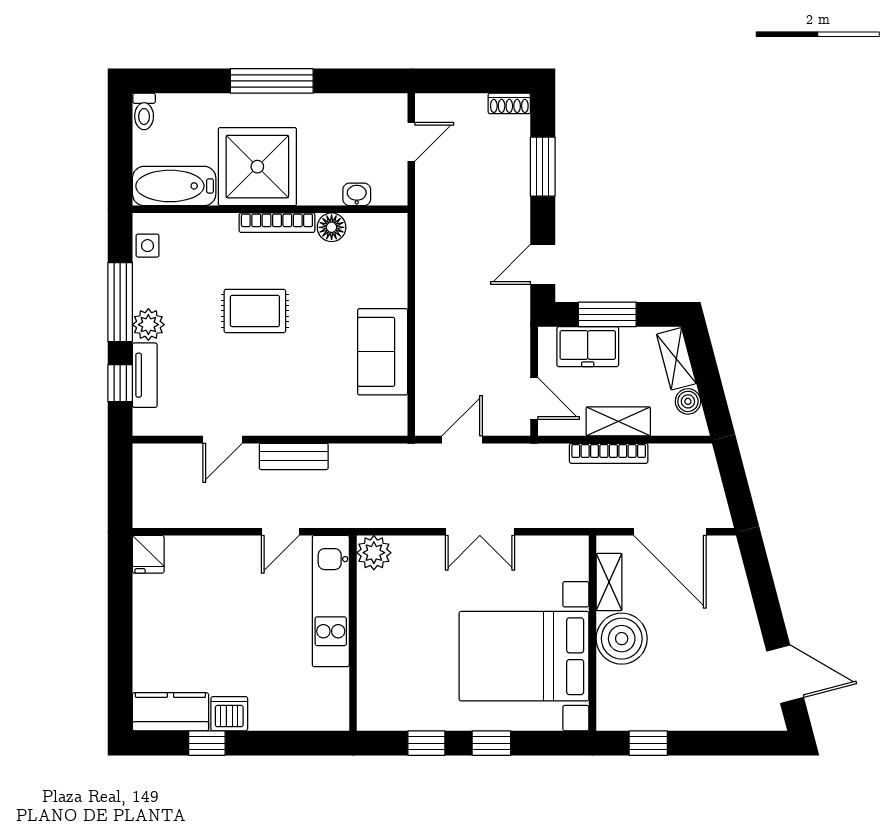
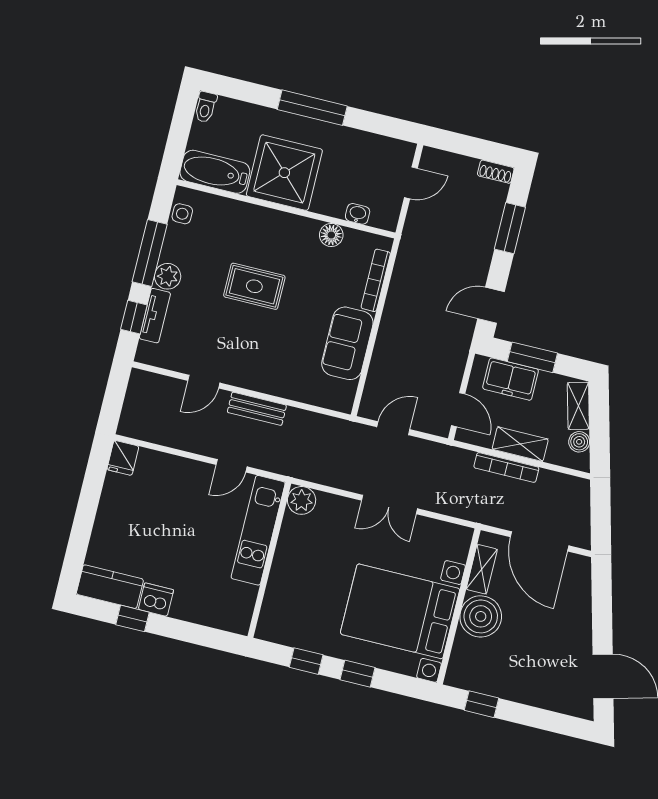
bookcase: (277, 223) -> (376, 280), moved, turned 90

